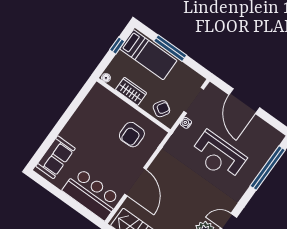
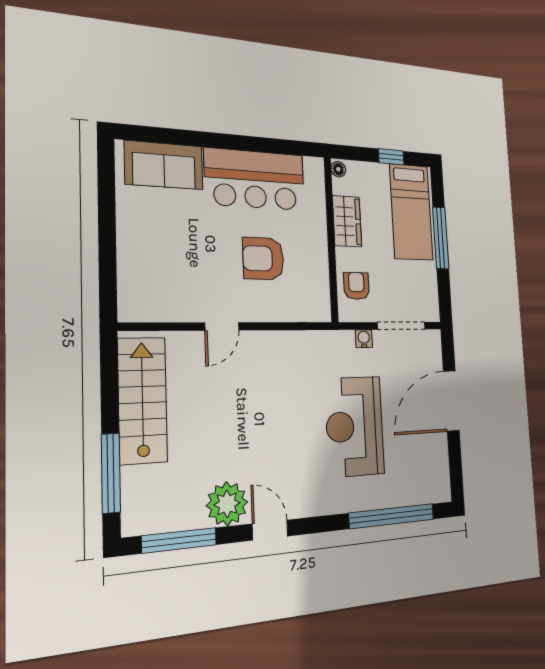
armchair: (161, 109) -> (356, 286), turned -122
armchair: (132, 135) -> (263, 259), moved
door: (135, 182) -> (222, 327), width x0.53
bar counter: (92, 194) -> (255, 179), moved, turned 90

